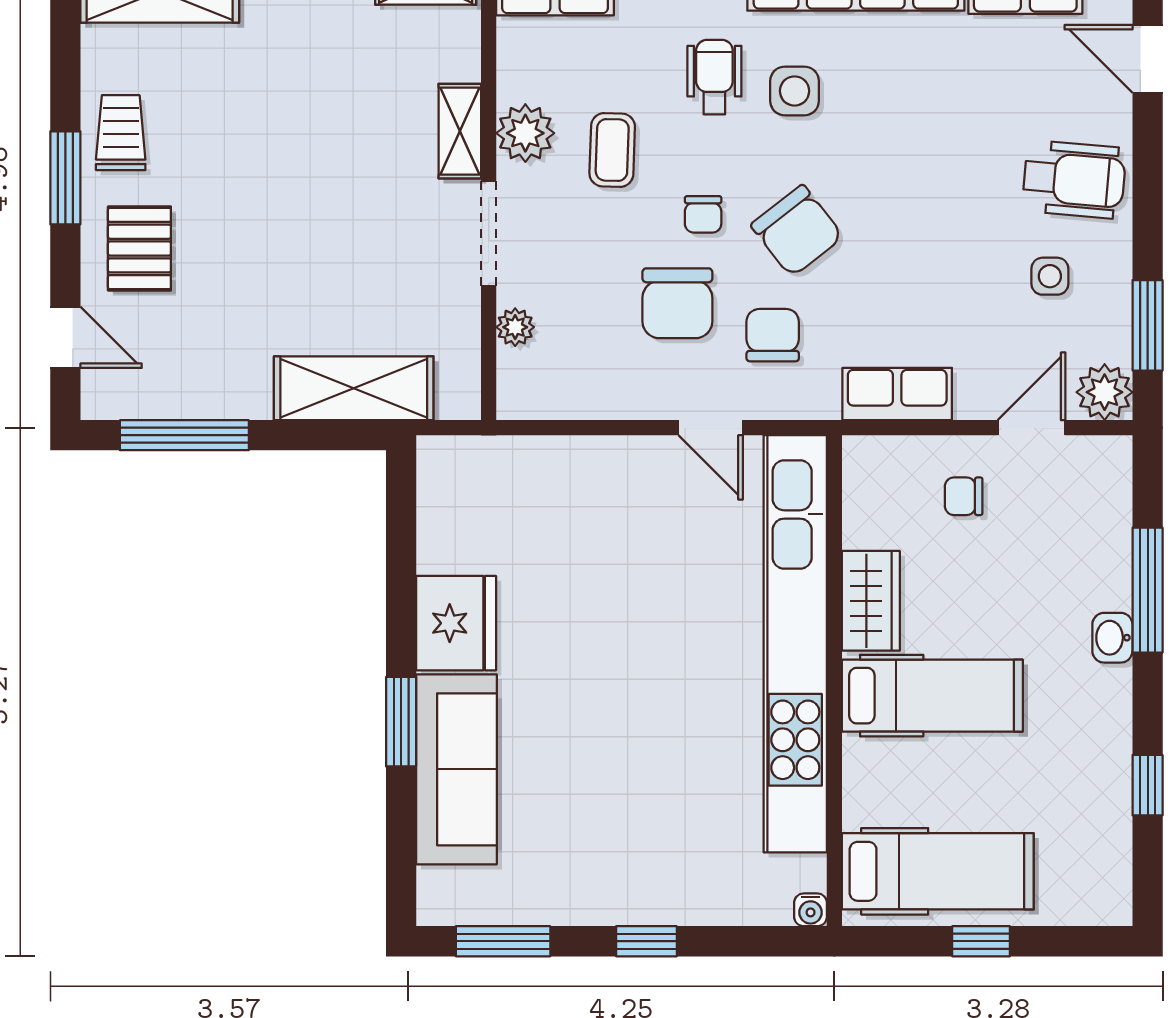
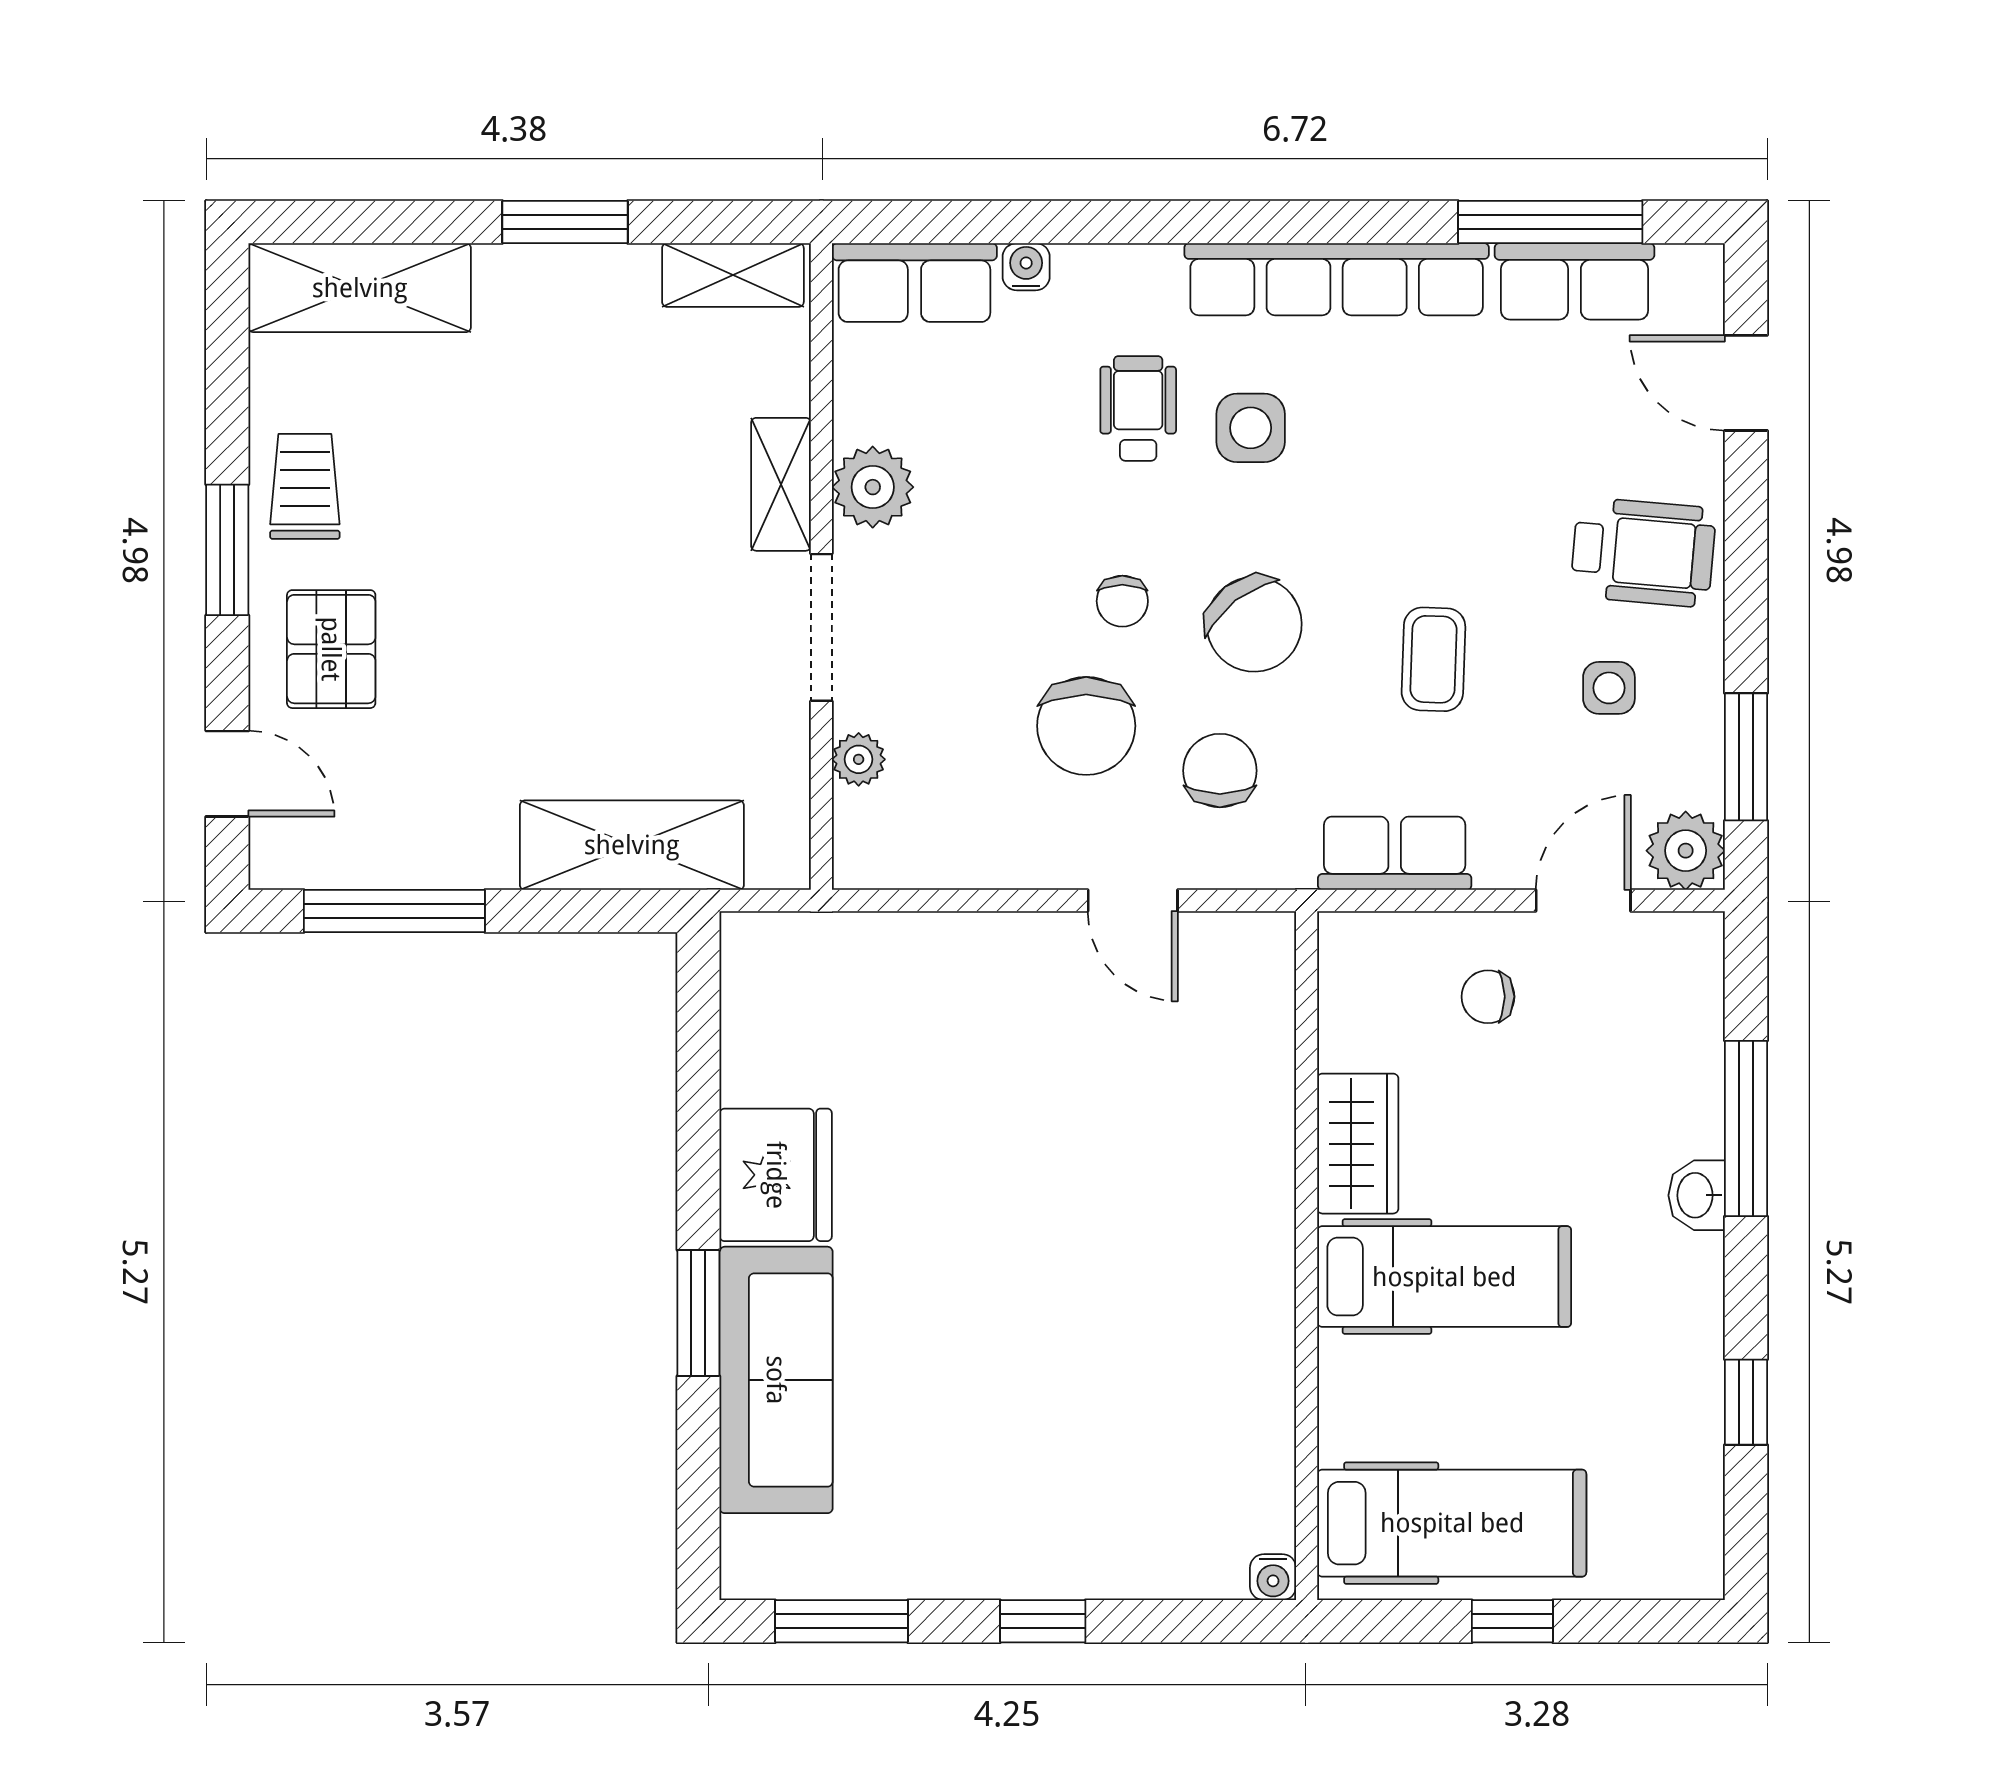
coffee table: (612, 150) -> (1433, 659), moved
kitchen unit: (795, 644) -> (1252, 1204), removed

